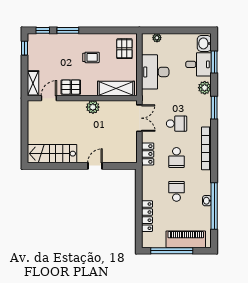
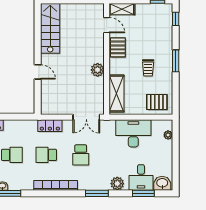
window: (68, 30) -> (176, 61), moved

